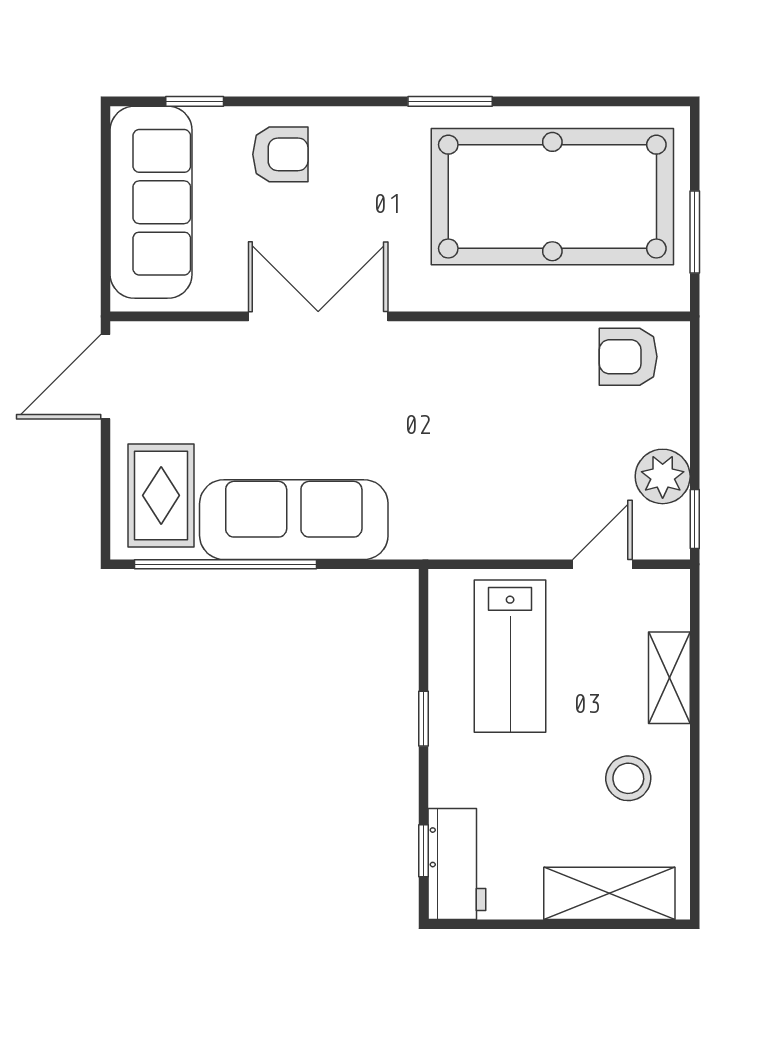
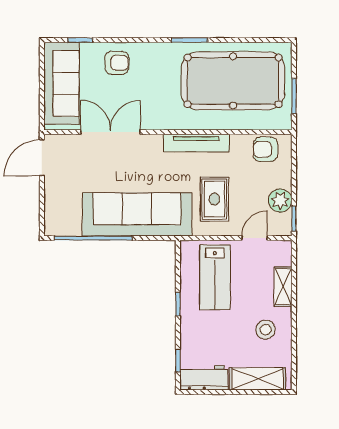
double door: (318, 316) -> (110, 132), moved
tv unit: (466, 342) -> (196, 143), added
rug: (161, 495) -> (214, 199), moved
sofa: (294, 520) -> (137, 214), width x1.36, depth x1.27
workbench: (457, 864) -> (204, 378), moved, turned -90

